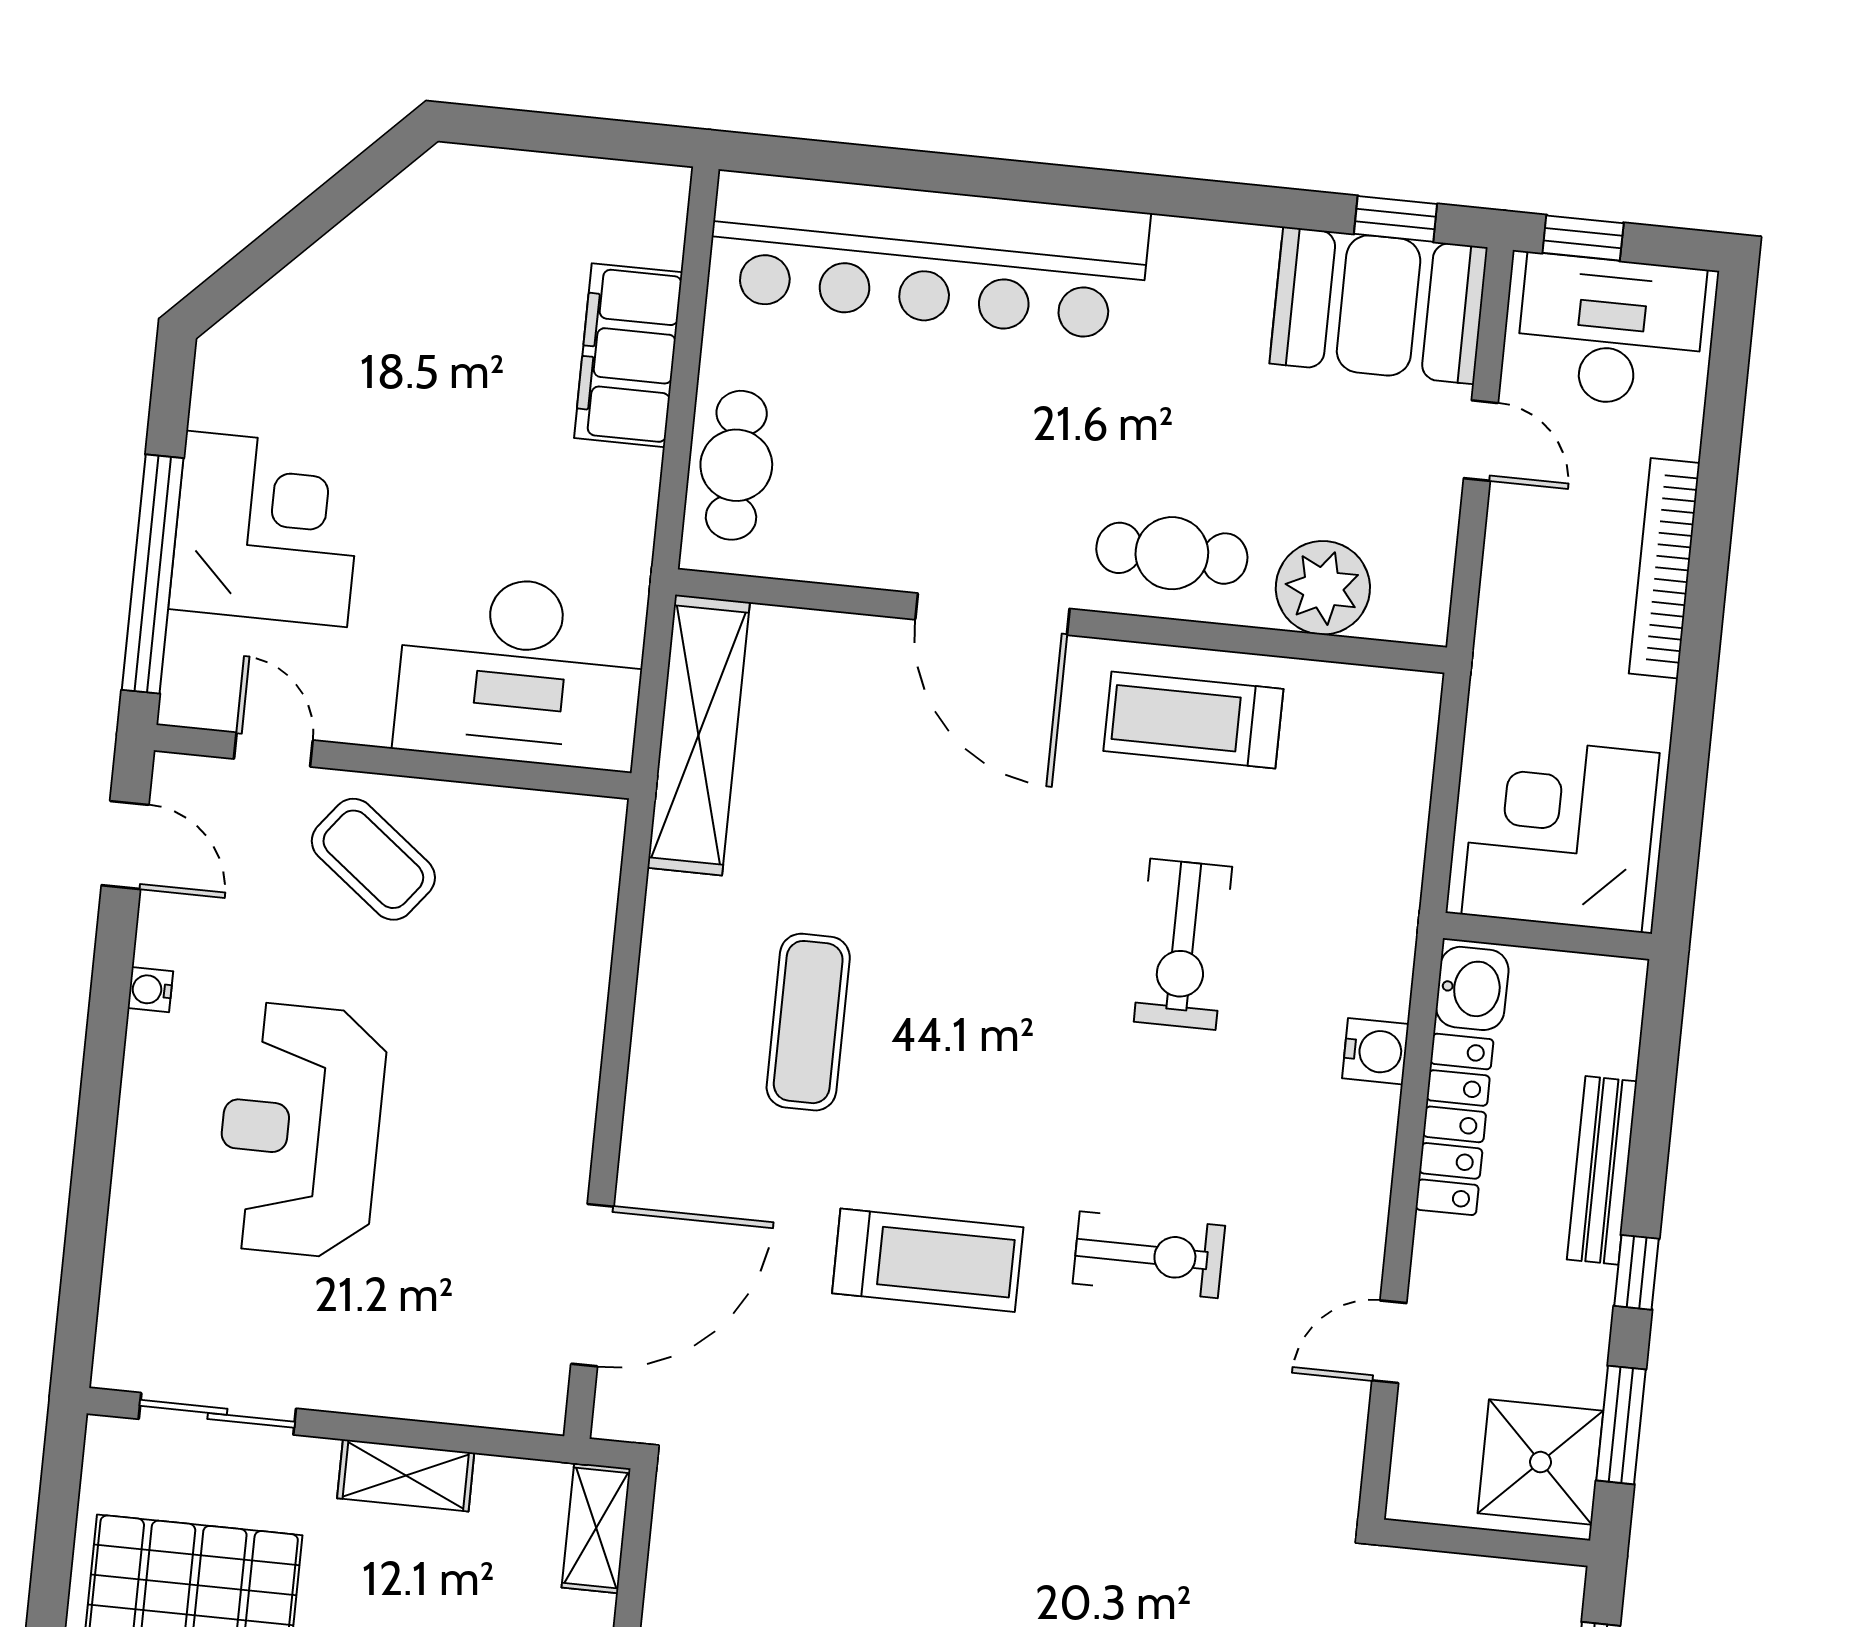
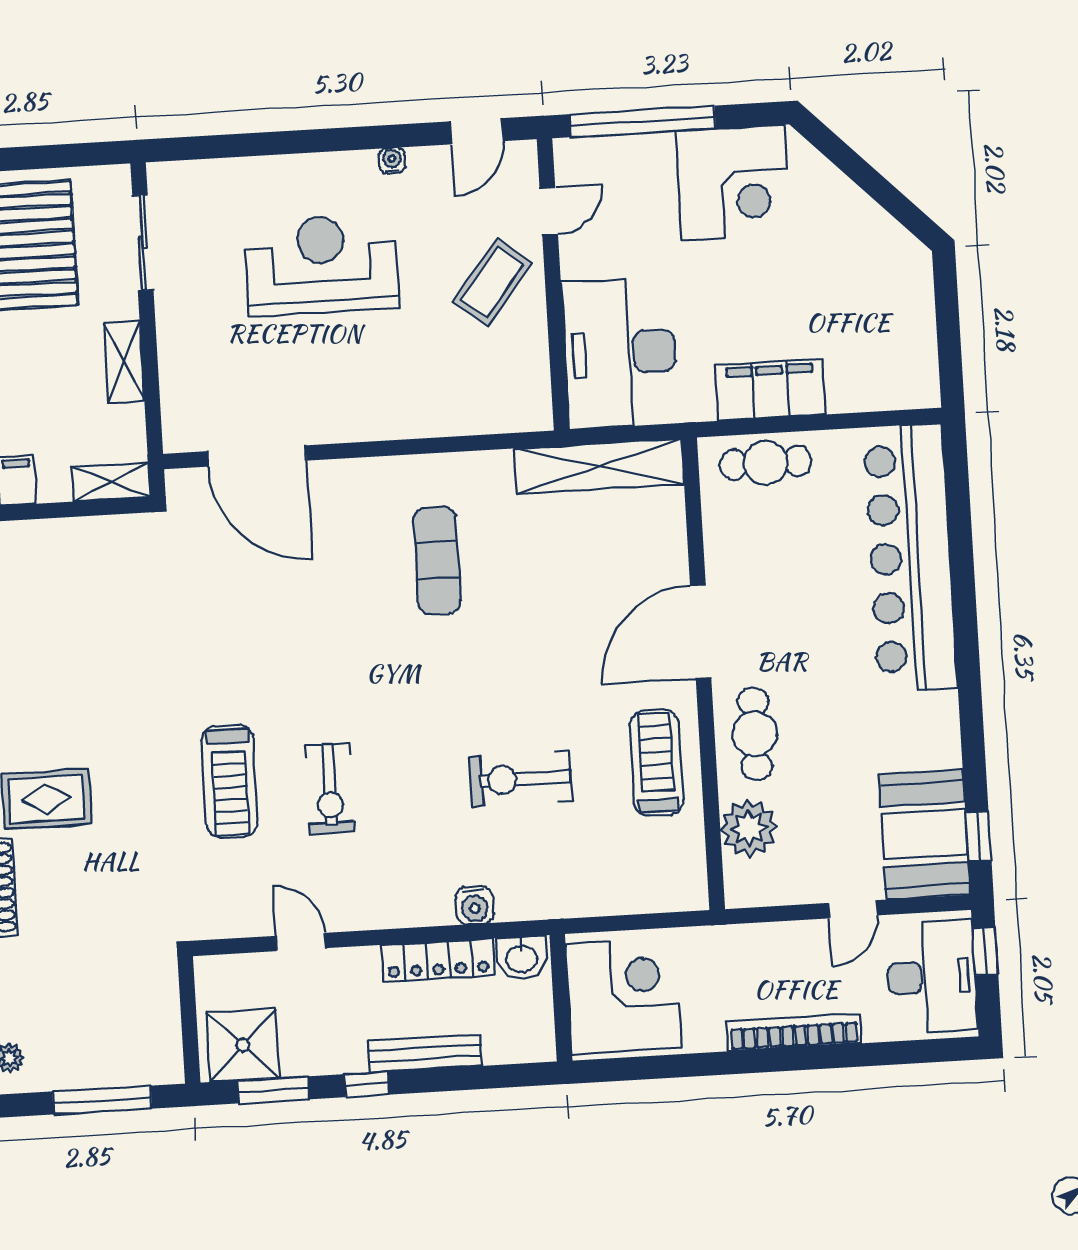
filing cabinet: (628, 355) -> (770, 390), moved
corner desk: (267, 529) -> (733, 183), moved
exercise mat: (808, 1022) -> (437, 560), turned 90
treadmill: (928, 1260) -> (230, 781), moved

